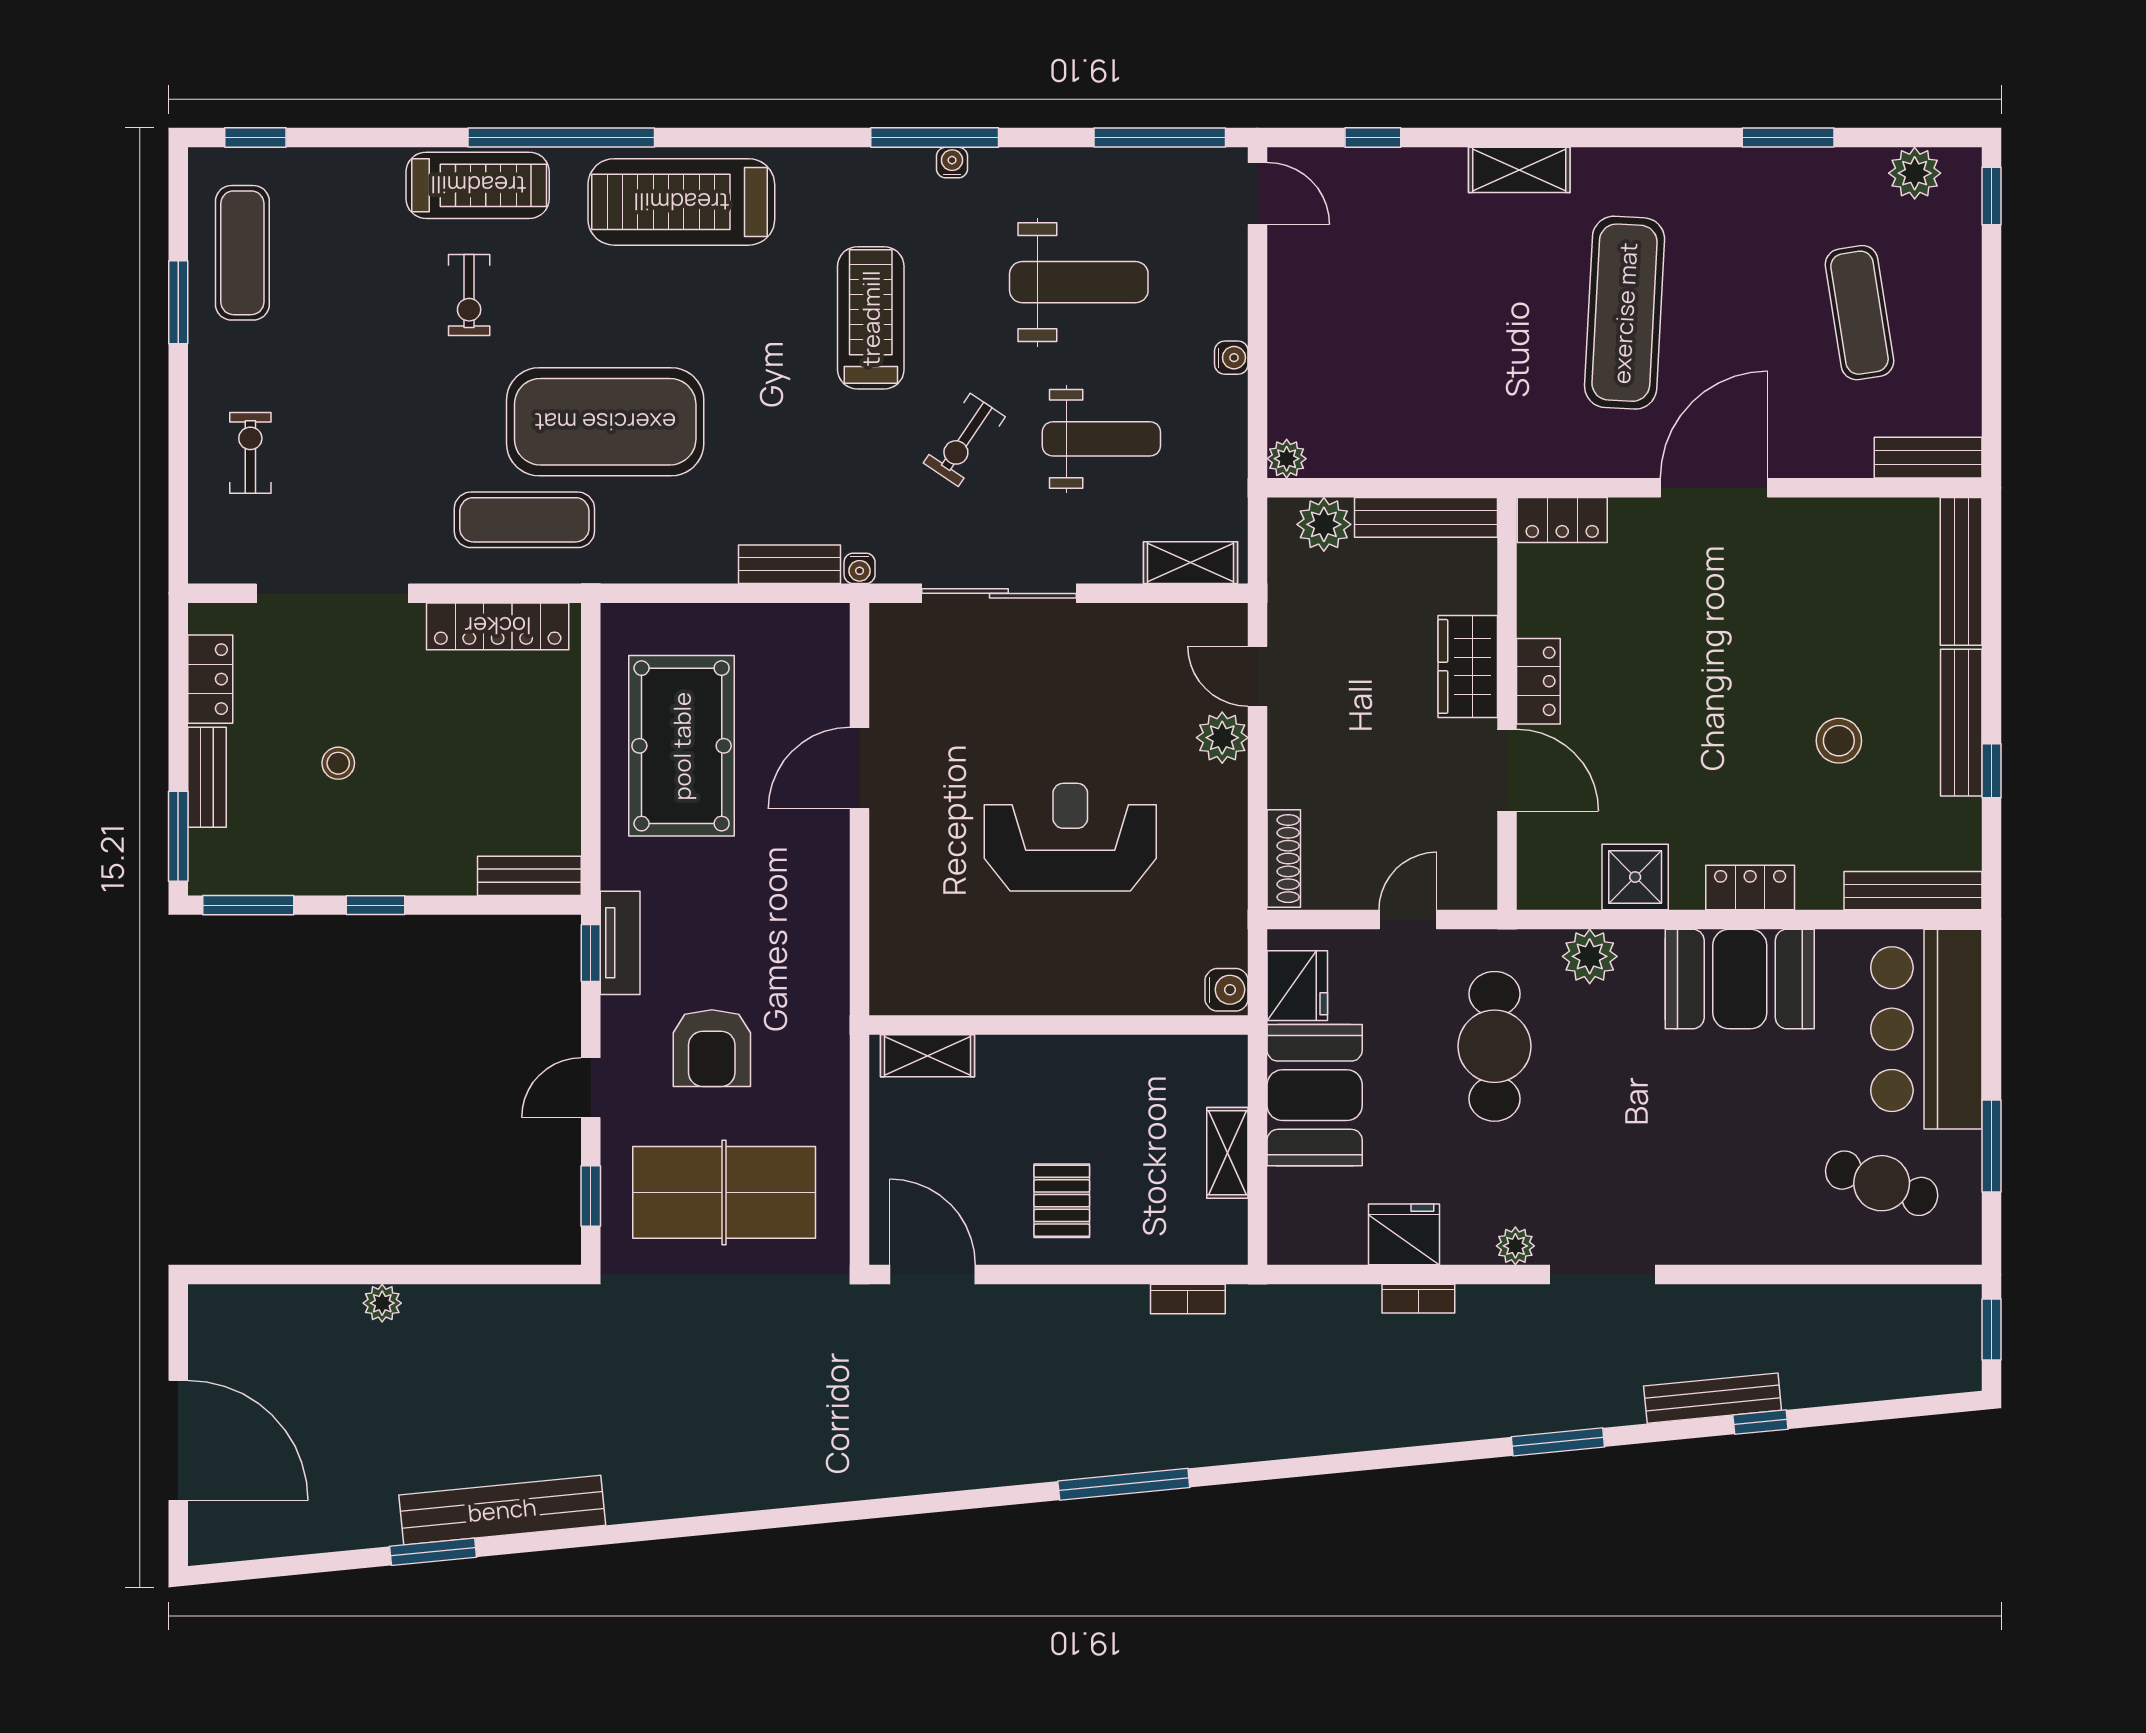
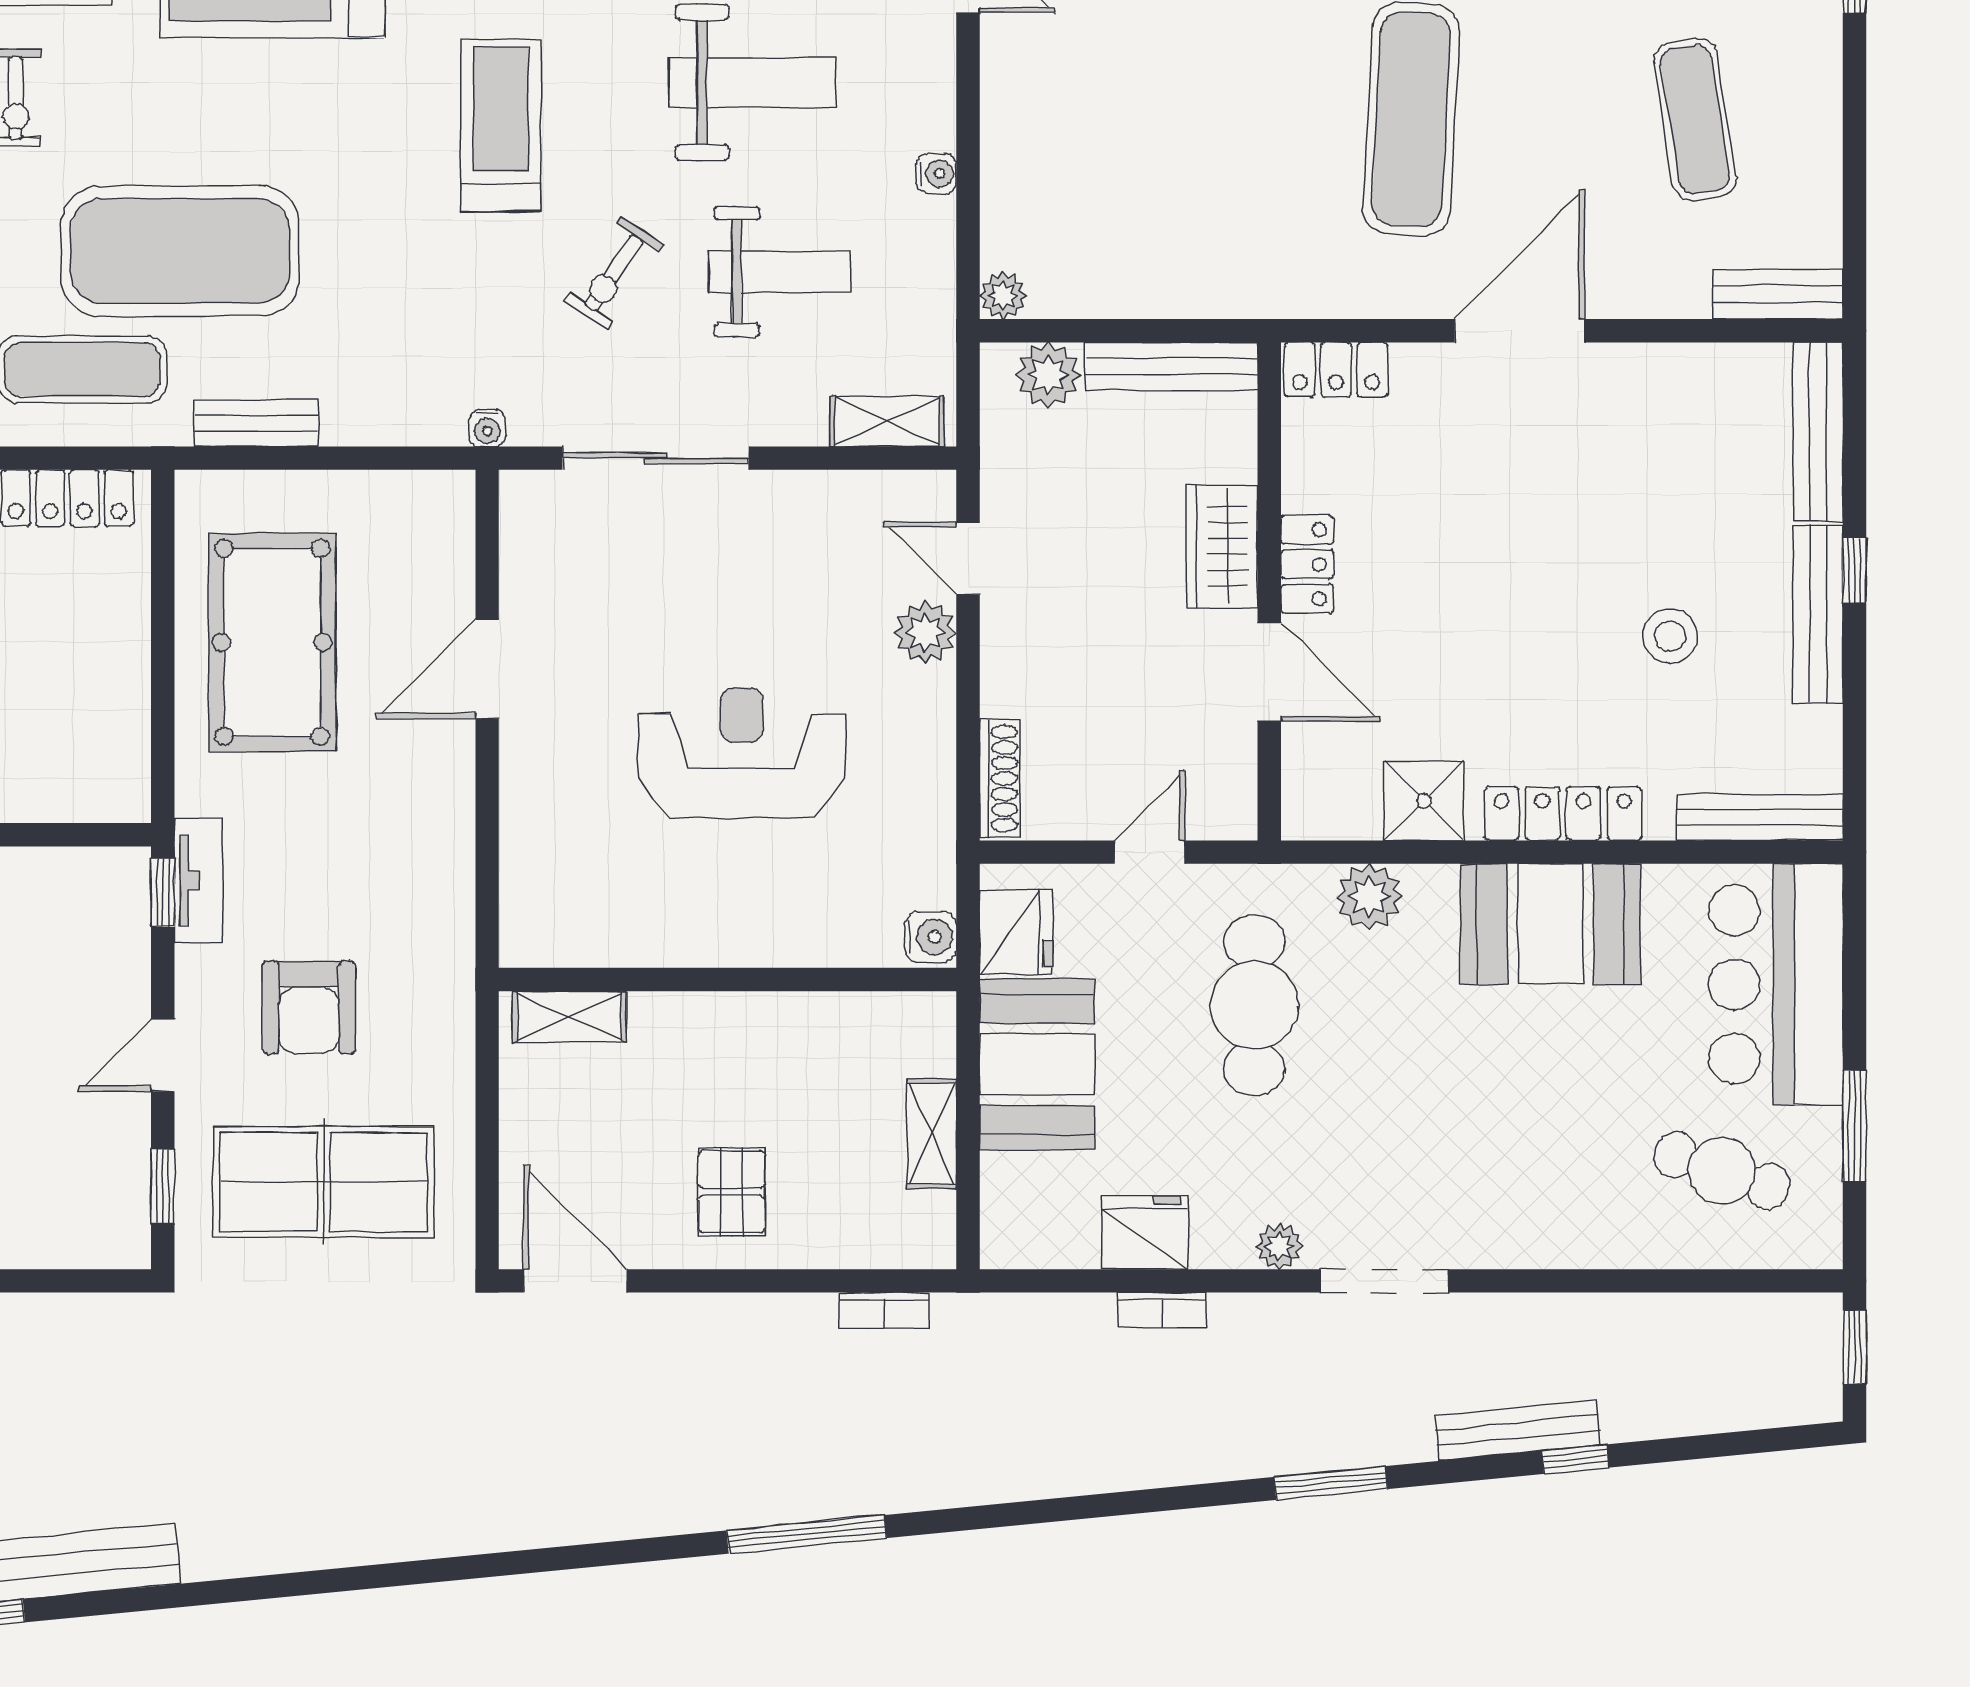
bench: (790, 564) -> (256, 423), moved
window: (1992, 771) -> (1854, 570), moved
bench: (529, 876) -> (89, 799), removed
locker: (1750, 888) -> (1563, 813), width x1.53

